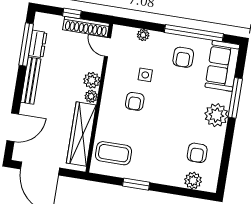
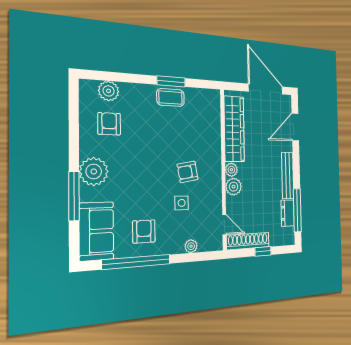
armchair: (135, 101) -> (188, 172), turned -100
coffee table: (113, 153) -> (171, 98), moved, width x0.73, depth x0.77

